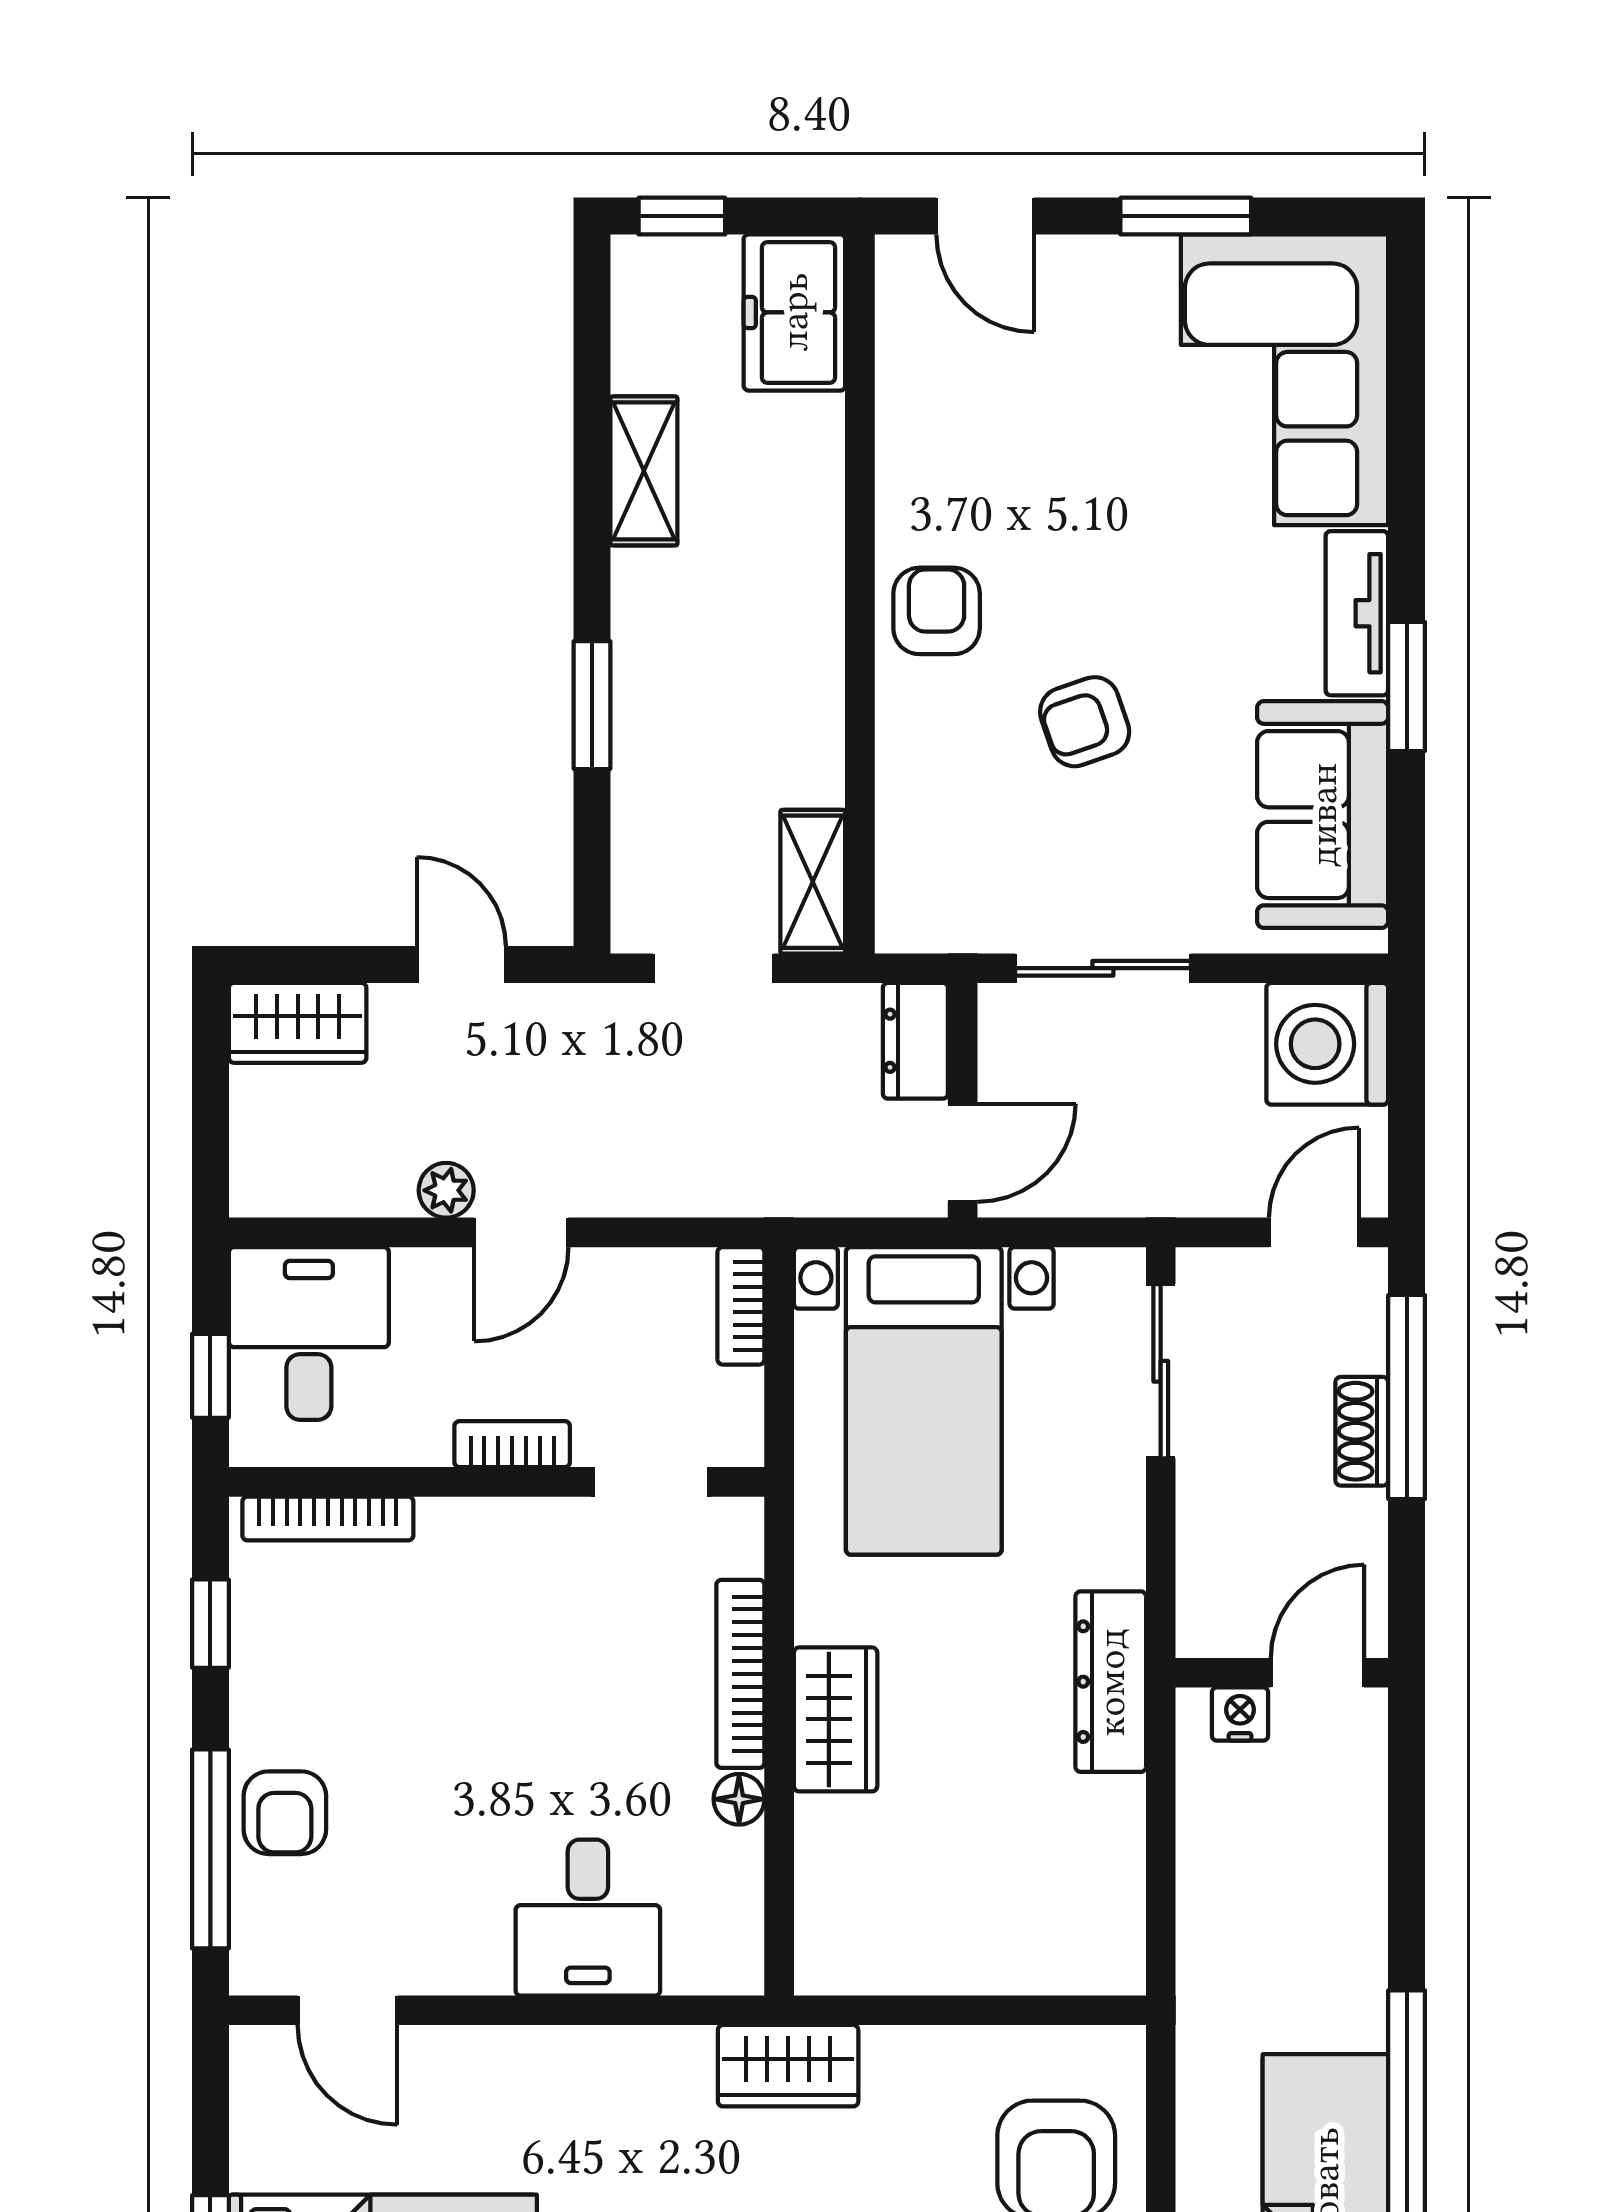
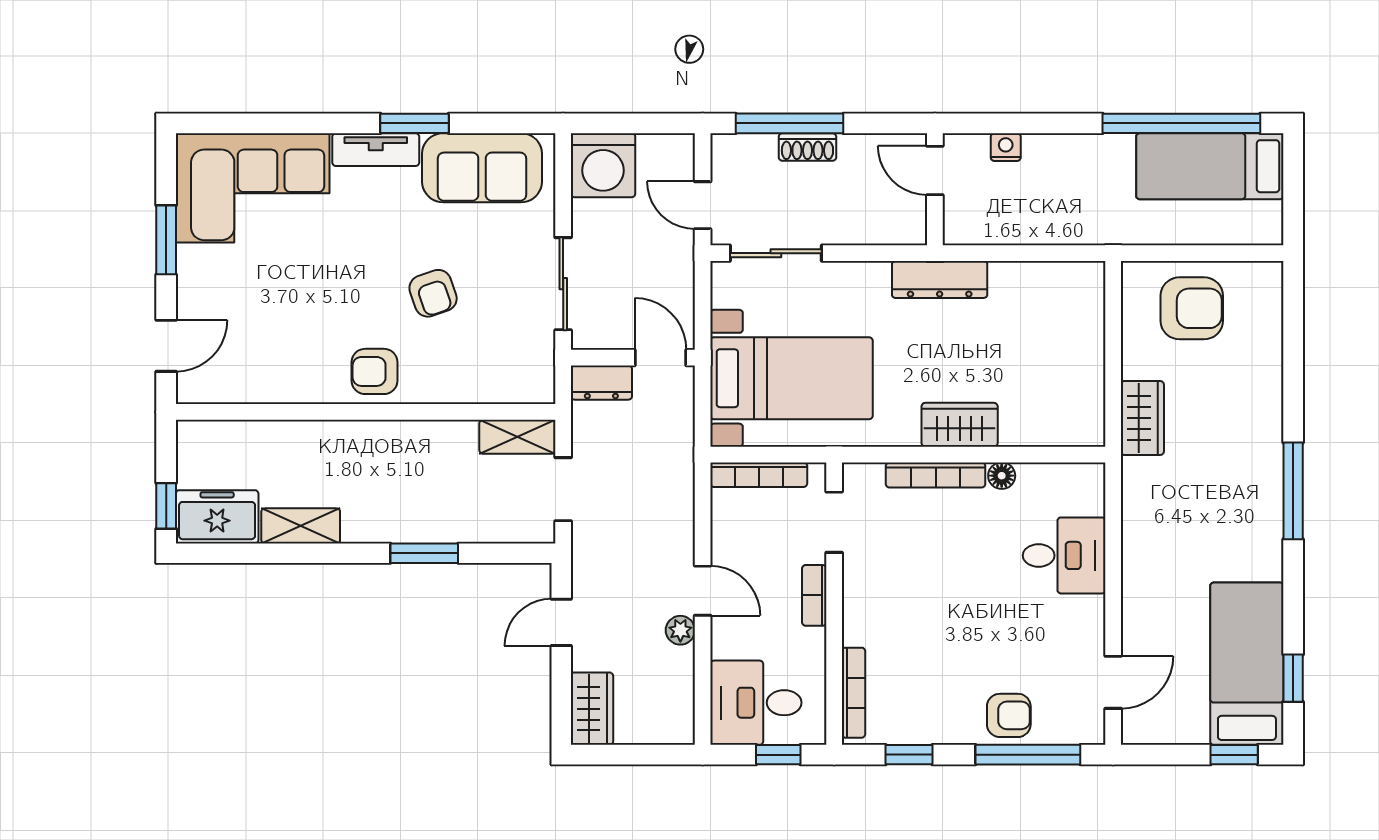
freezer: (794, 312) -> (217, 517), moved, turned 180
door: (1314, 1232) -> (703, 205), moved
bookcase: (741, 1306) -> (759, 475), width x1.56
nightstand: (1240, 1714) -> (1006, 147), moved, turned 90
wardrobe: (788, 2066) -> (1142, 418), moved

